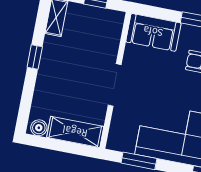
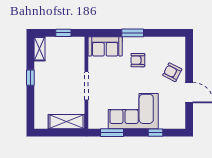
boiler: (39, 128) -> (42, 124), removed

